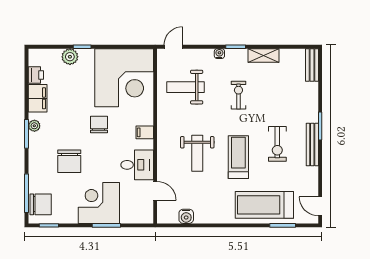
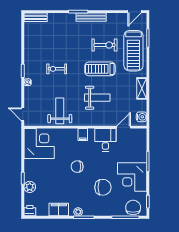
shelving: (263, 55) -> (142, 88), moved
printer: (36, 75) -> (30, 211), moved
corner desk: (124, 78) -> (39, 143), width x0.74, depth x0.74
weight bench: (186, 87) -> (60, 111), moved, turned 180
exercise bike: (277, 144) -> (104, 45), moved
corner desk: (99, 203) -> (132, 177), moved
water cooler: (186, 216) -> (141, 117), moved

